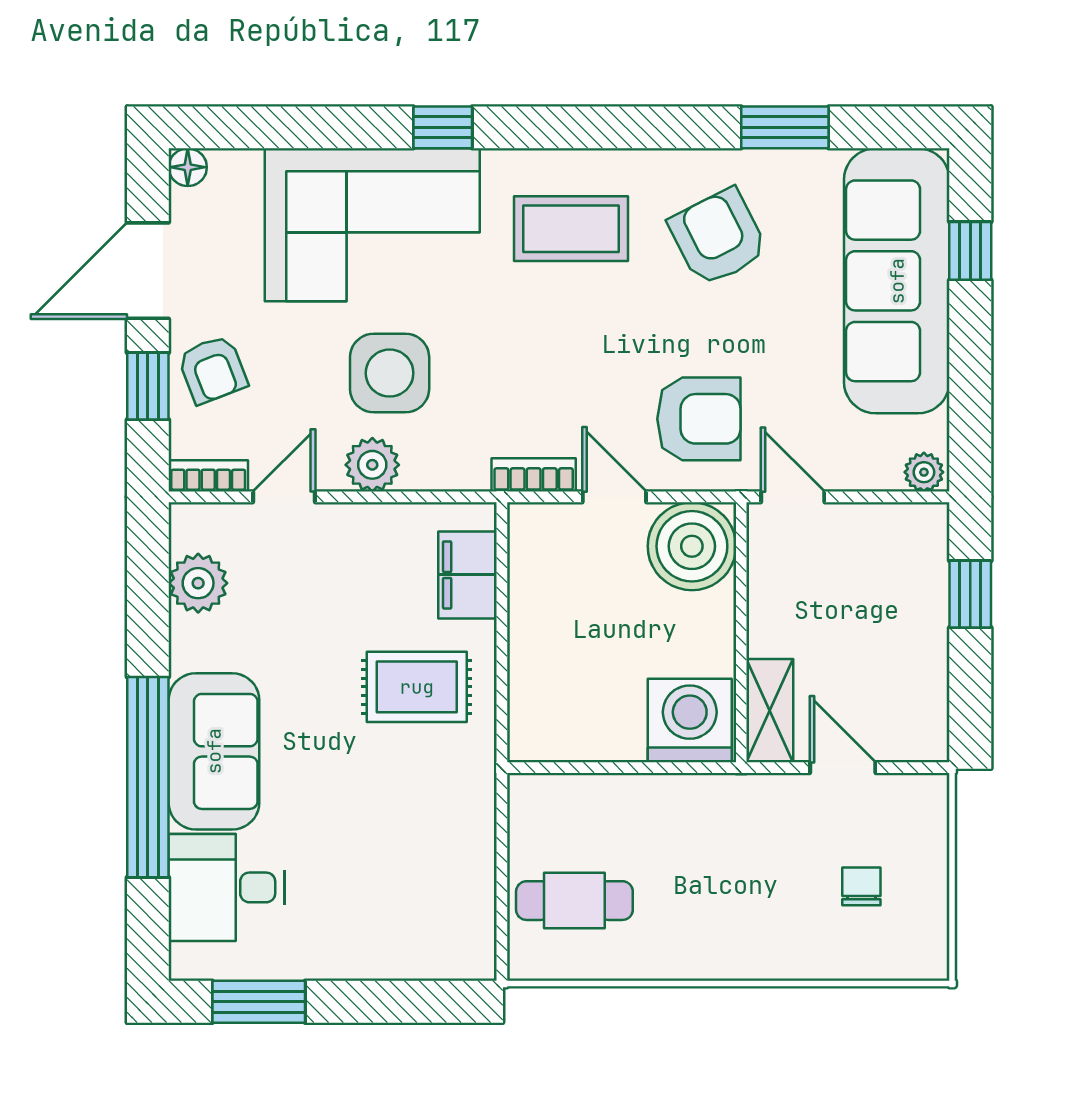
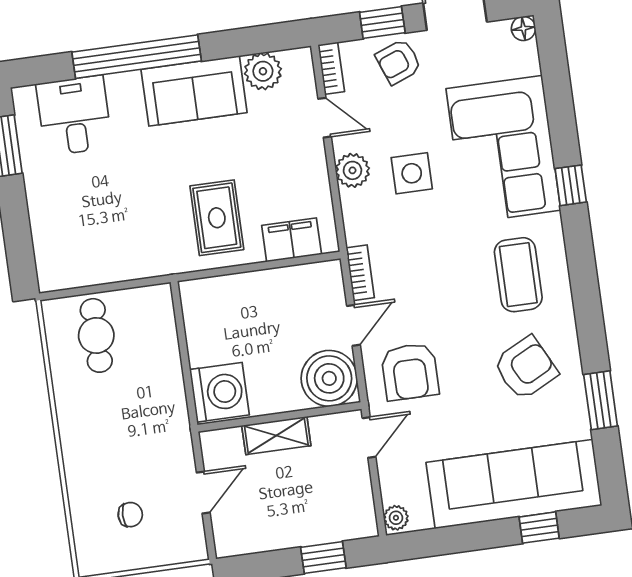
side table: (390, 373) -> (412, 173), width x0.73, depth x0.73
shelving: (770, 711) -> (276, 436), moved
sofa: (214, 751) -> (194, 91), moved

